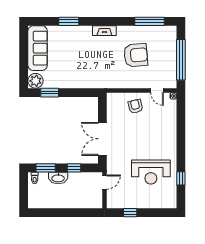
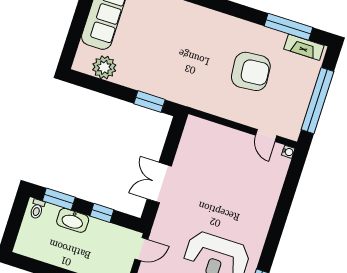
fireplace: (104, 31) -> (304, 47), moved
plant: (35, 81) -> (104, 67), moved
window: (50, 93) -> (150, 102), moved
armchair: (135, 106) -> (225, 149), removed
double door: (102, 139) -> (159, 183), width x0.73

